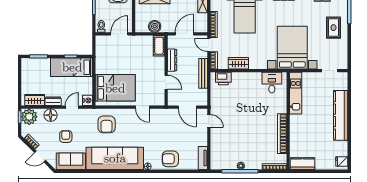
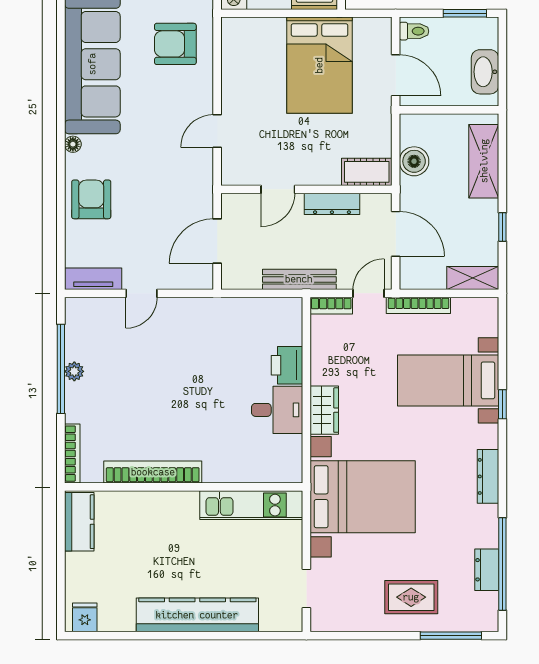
wardrobe: (238, 63) -> (324, 410), moved
printer: (223, 79) -> (287, 365), moved
desk: (272, 83) -> (277, 410), moved
bed: (115, 88) -> (319, 65), moved
door: (209, 121) -> (141, 293), moved

